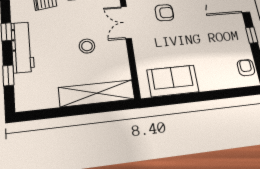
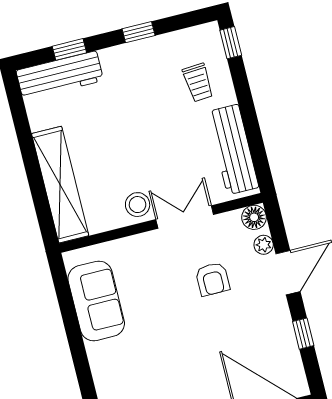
stool: (87, 46) -> (138, 205), moved
workbench: (22, 47) -> (60, 75), moved

